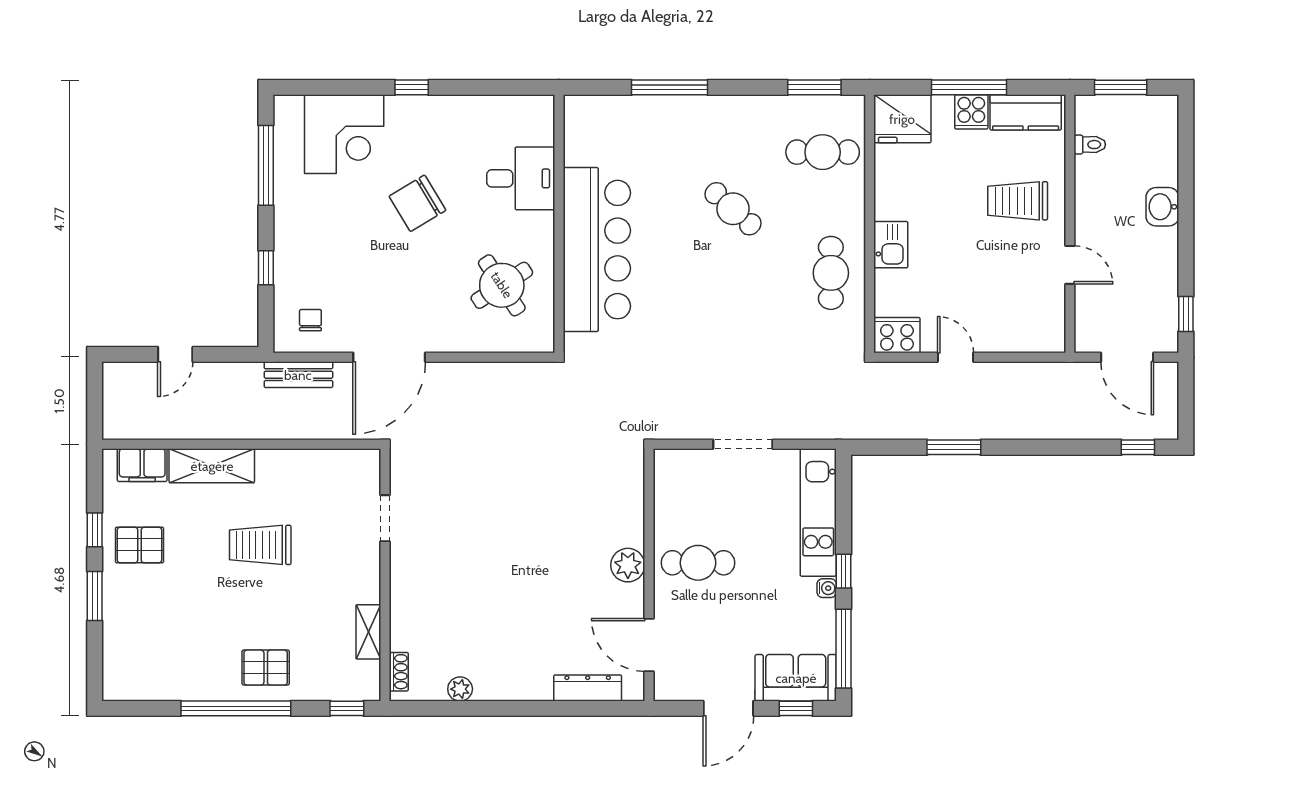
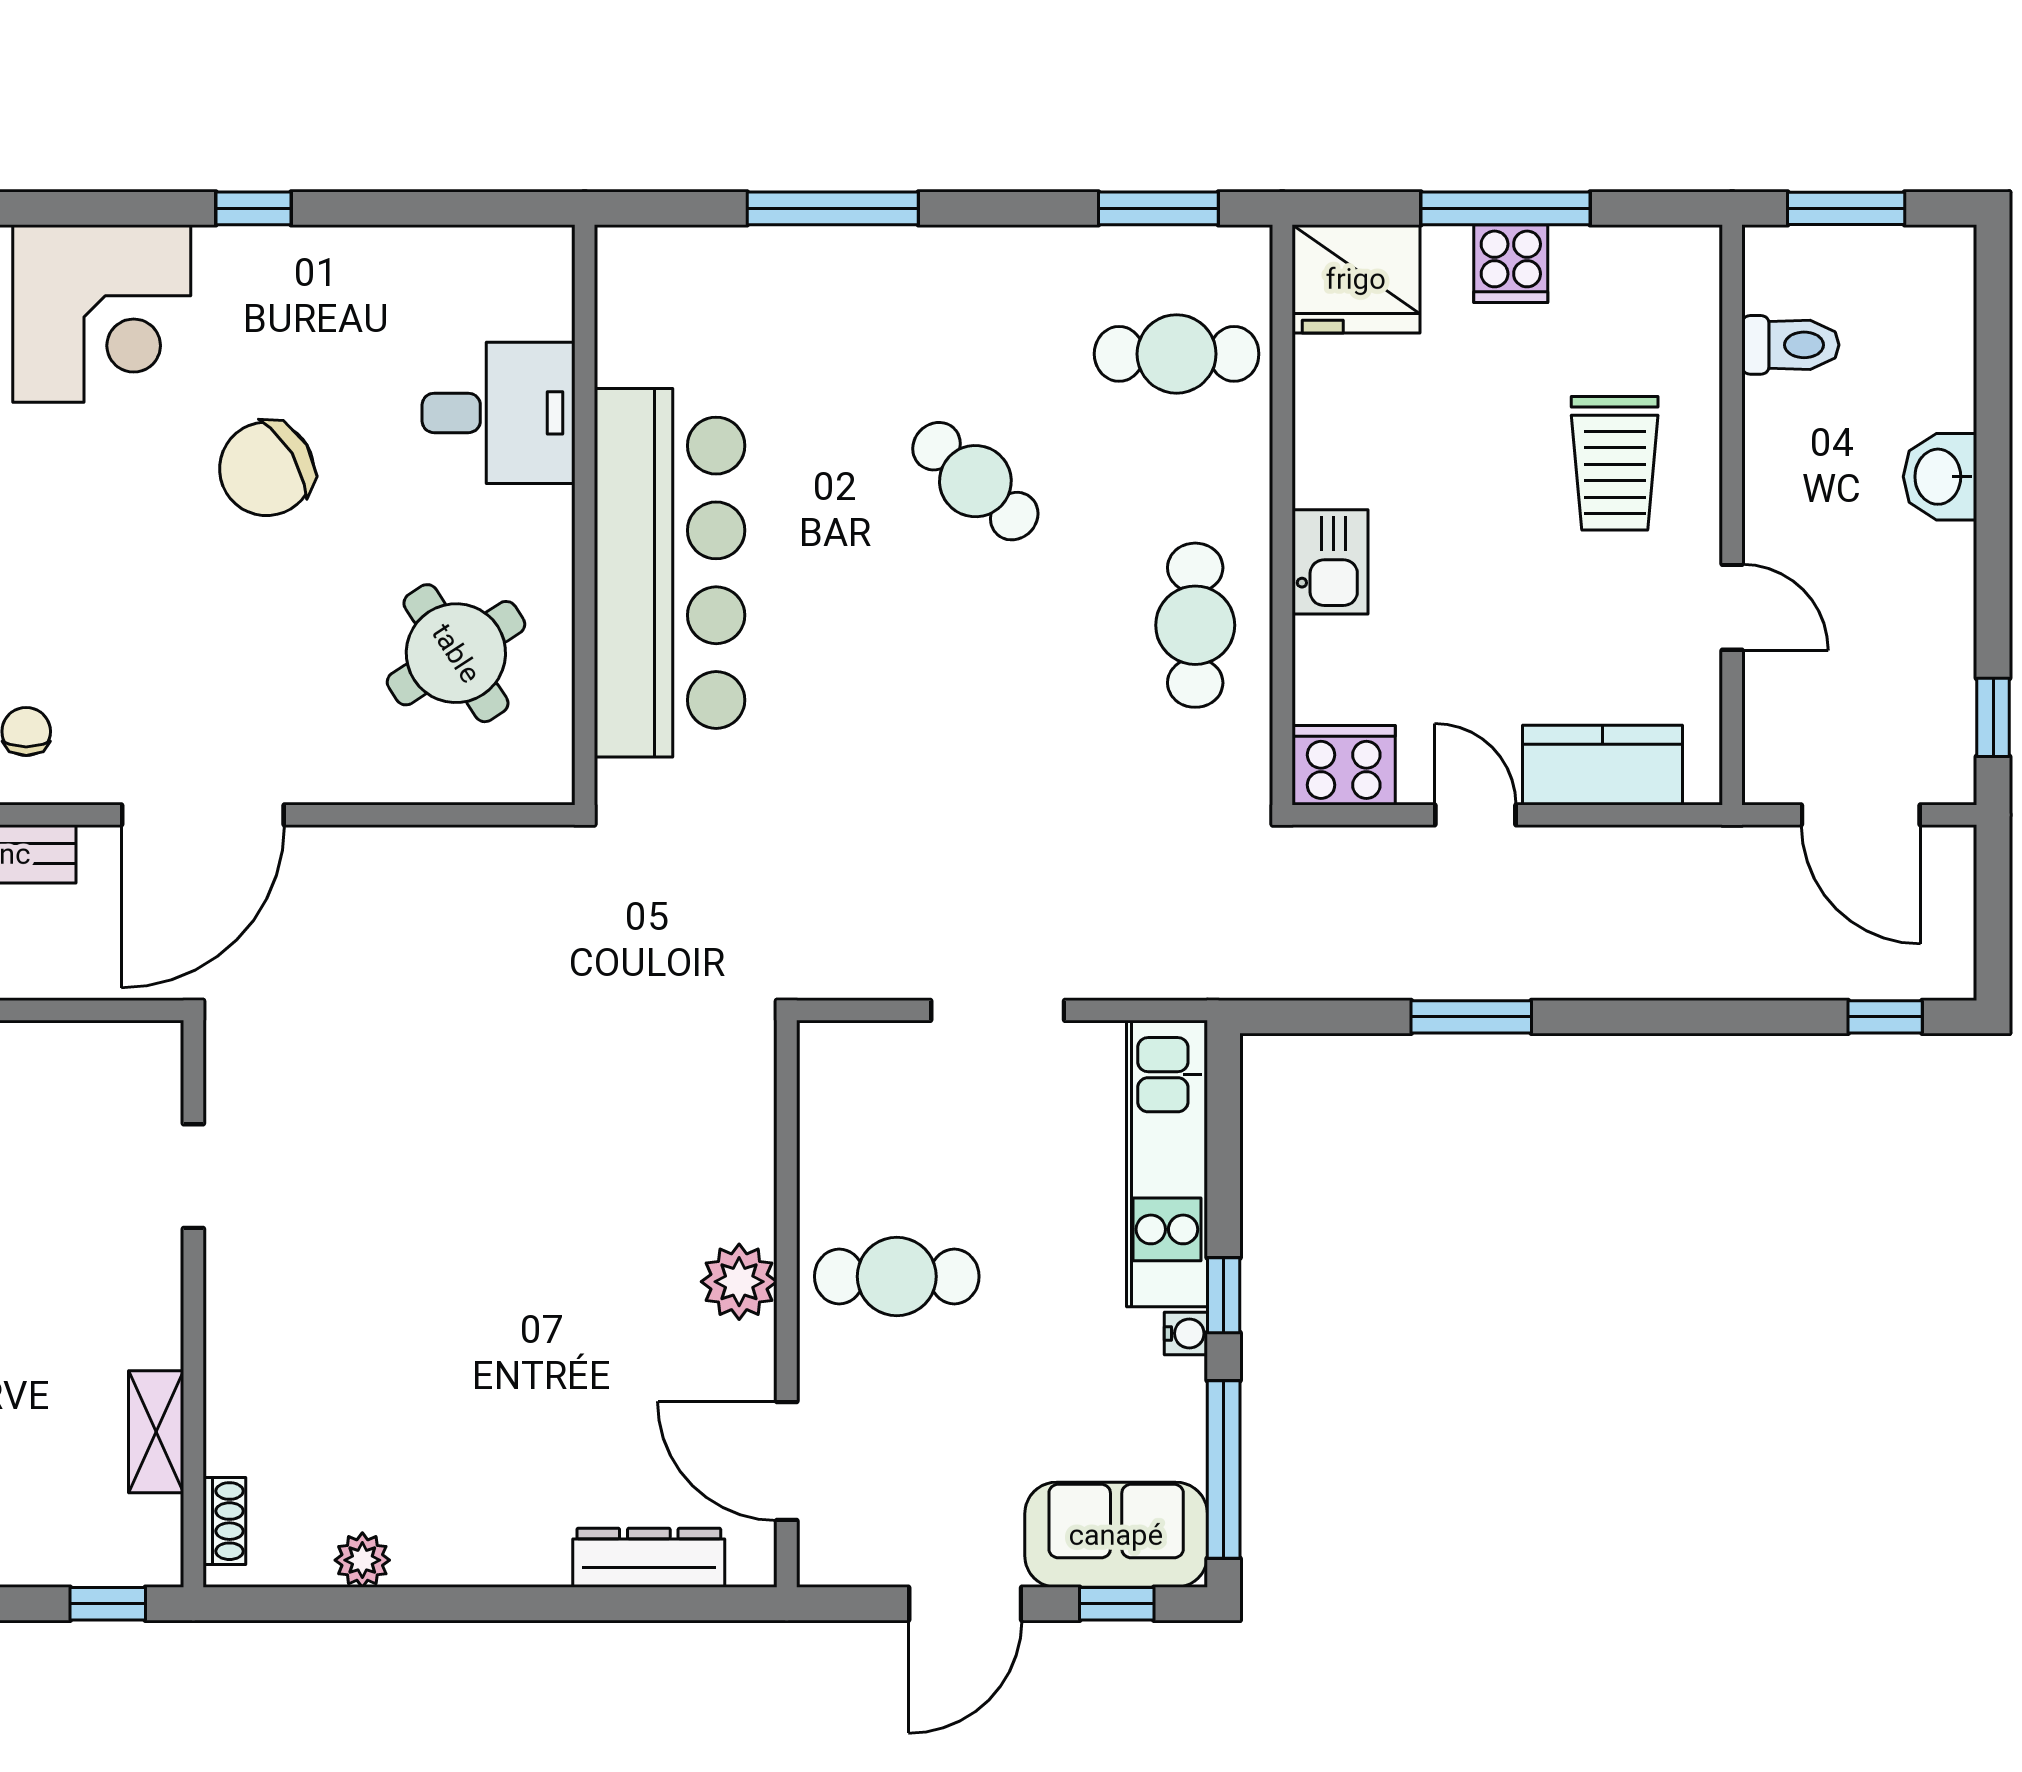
kitchen counter: (1026, 112) -> (1602, 765), moved, turned 180
toilet: (1090, 145) -> (1790, 345), width x1.37, depth x1.39
trolley: (1018, 201) -> (1615, 463), turned -90

